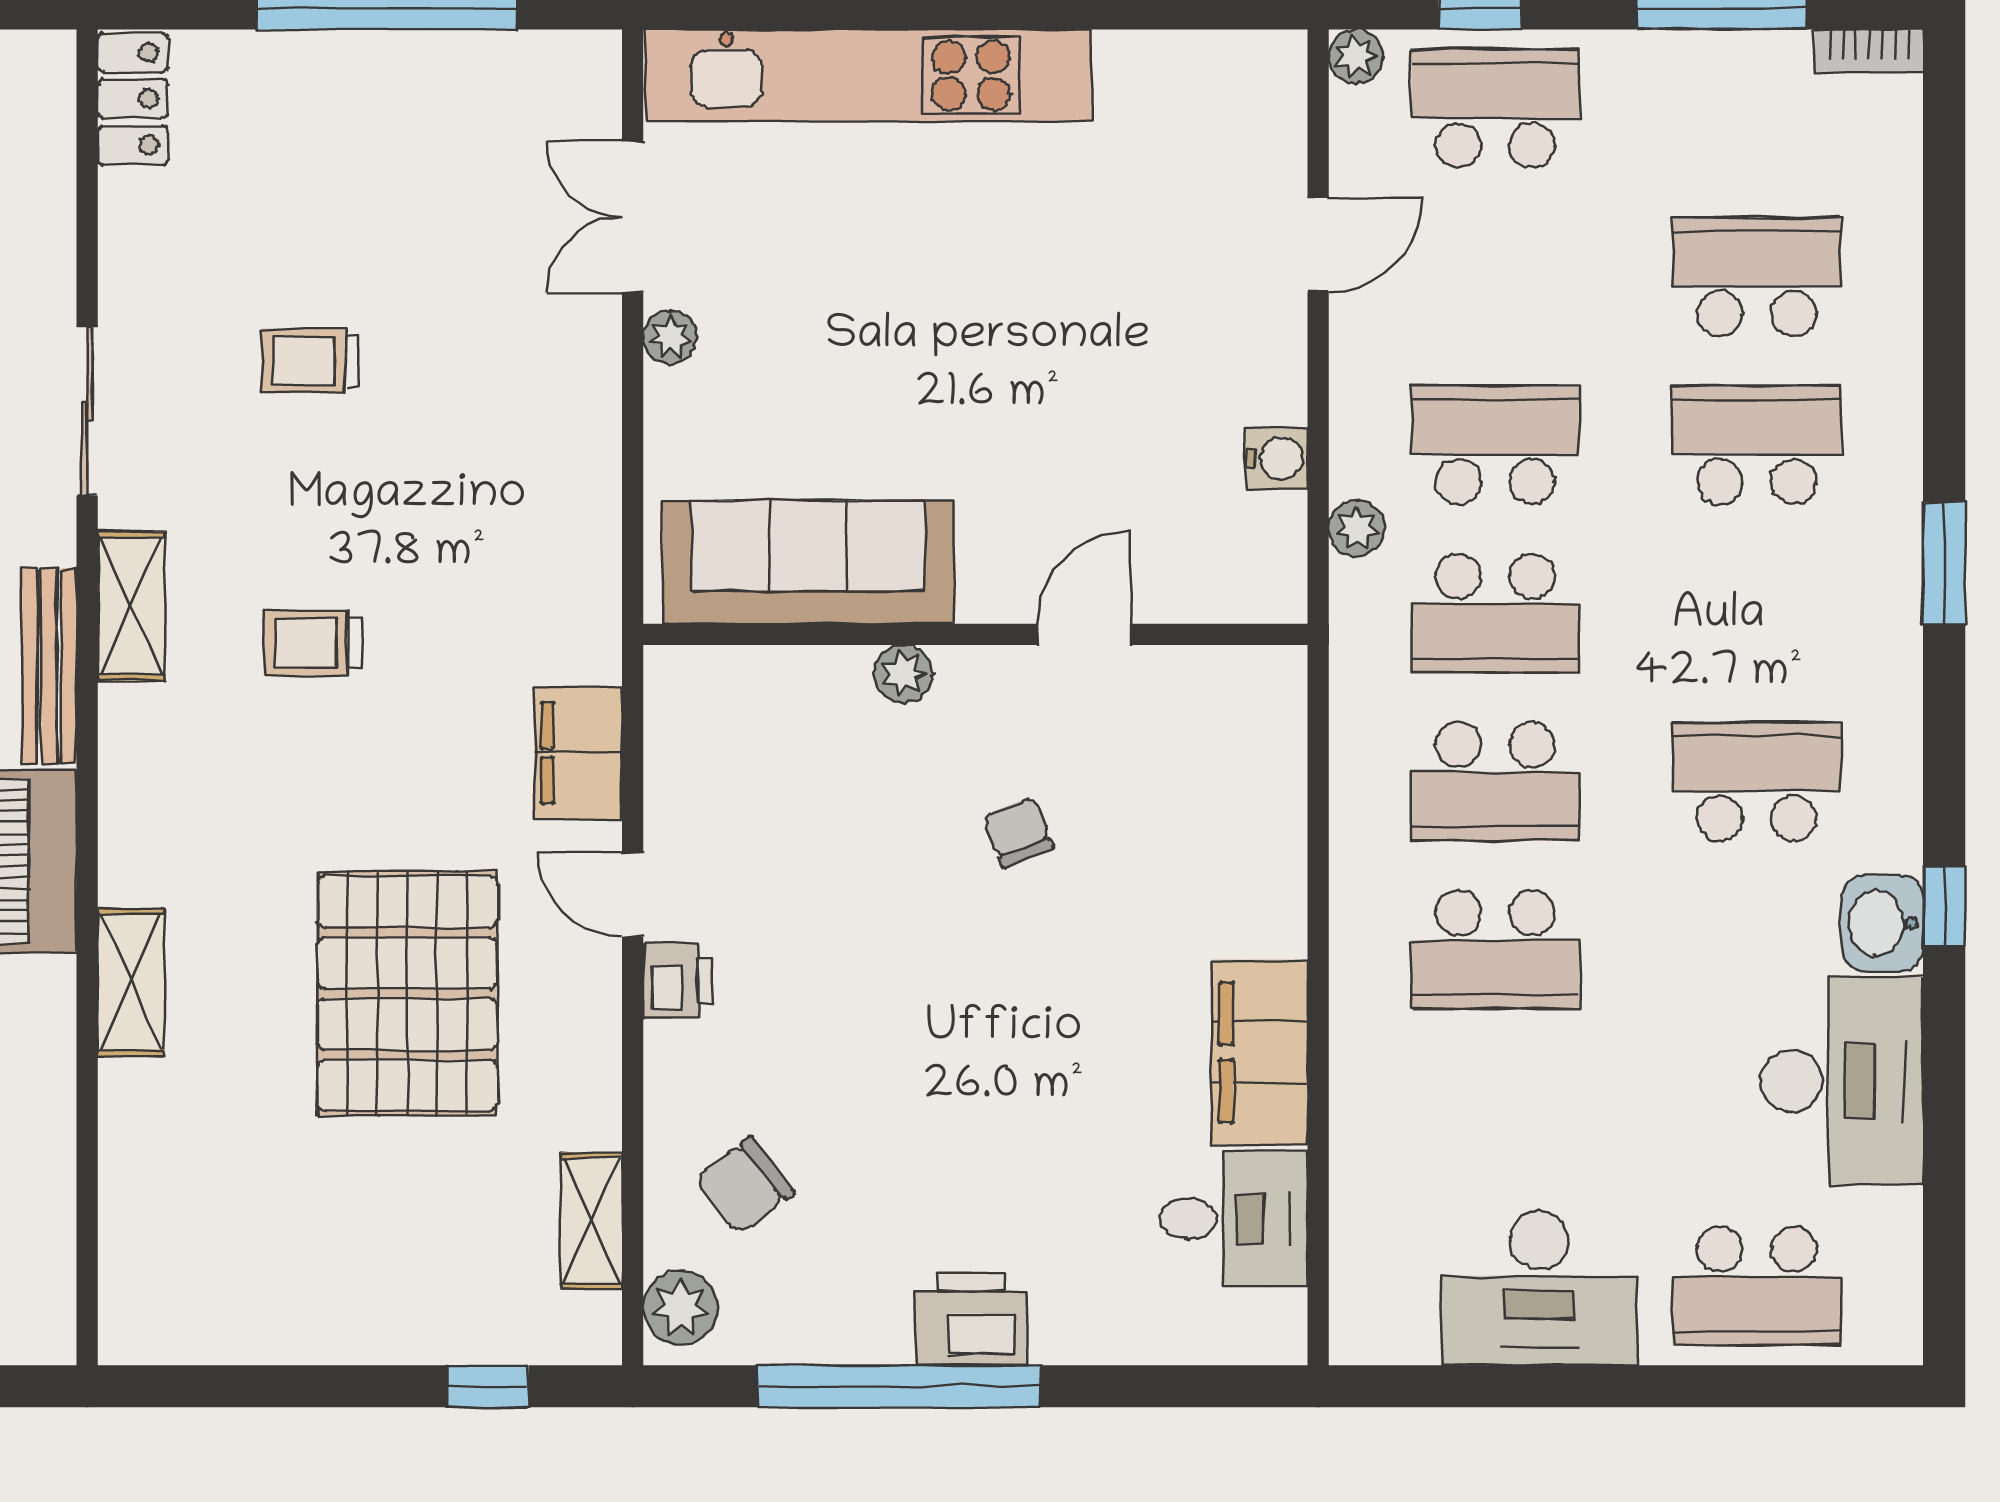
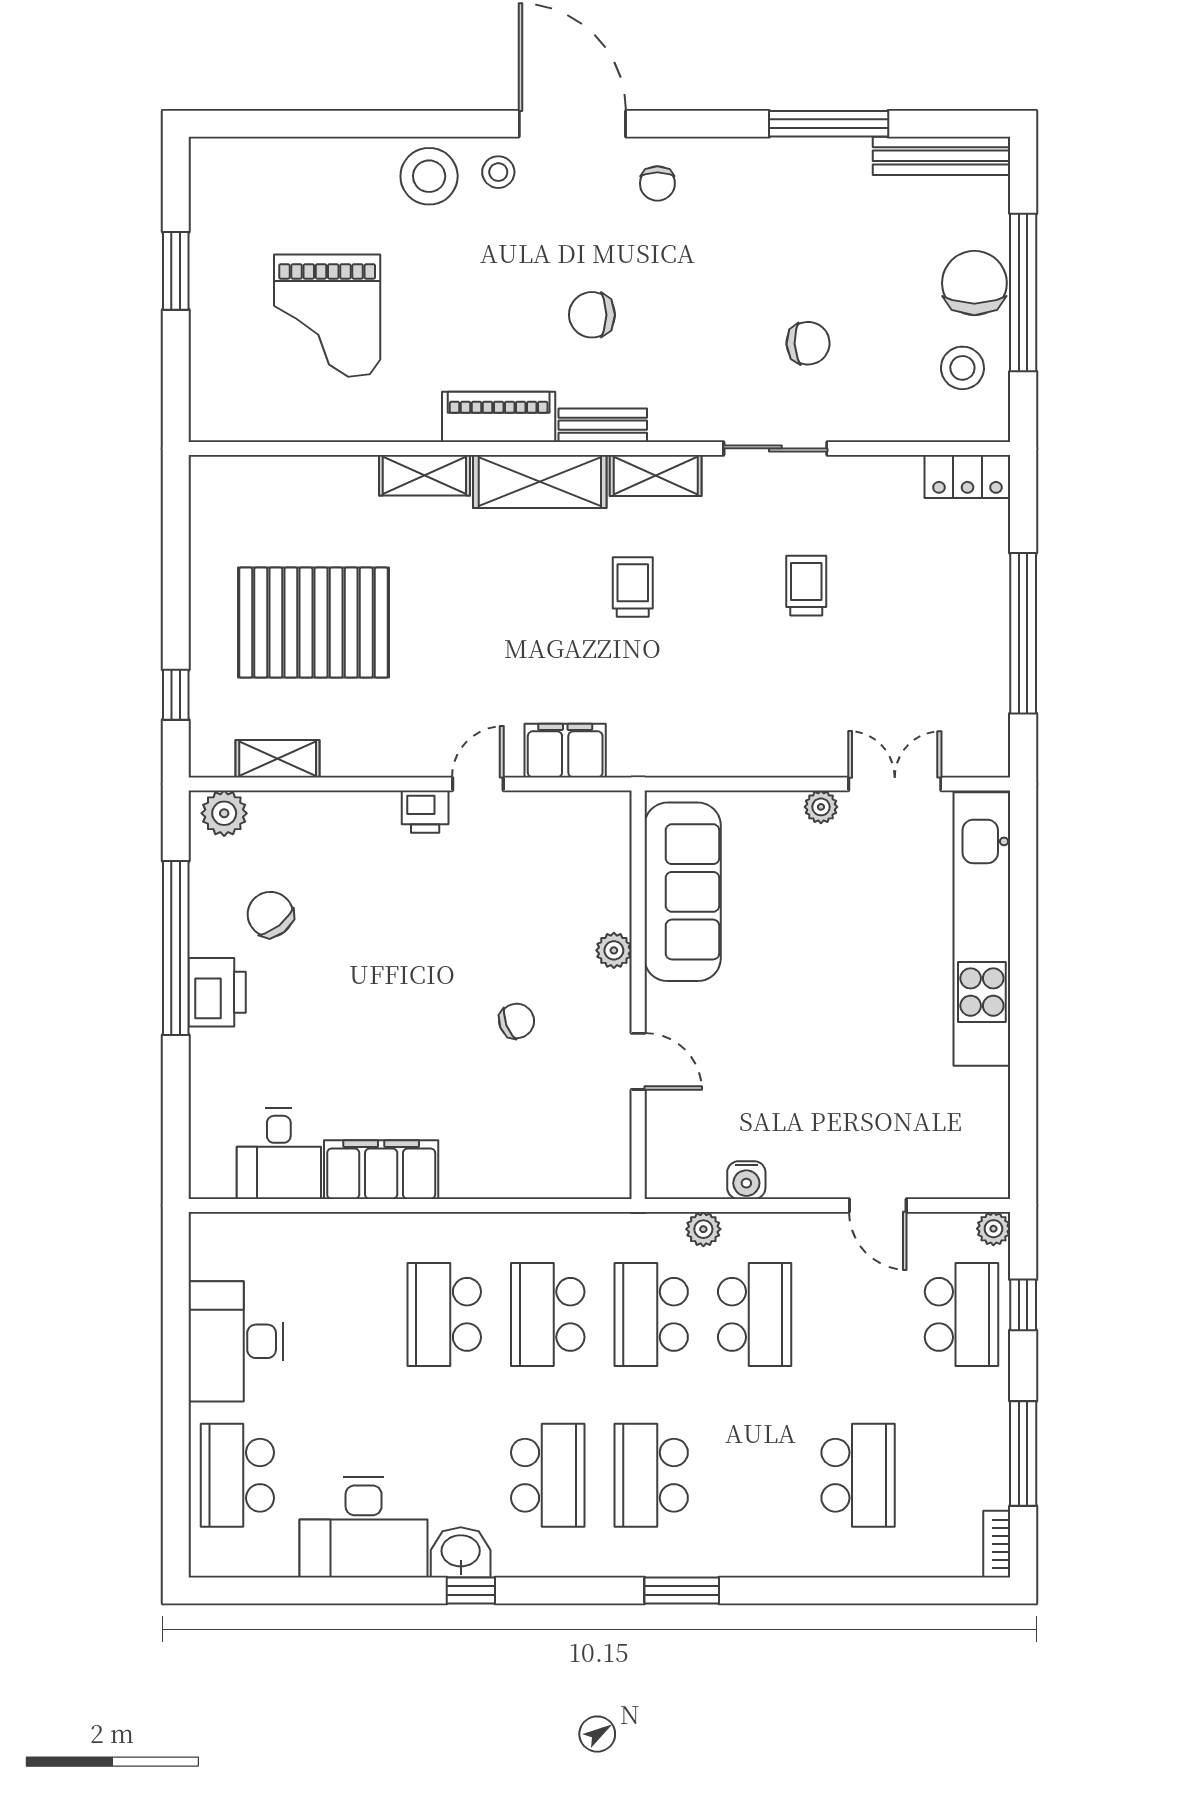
school desk: (1757, 445) -> (651, 1475), moved, turned 180
bench: (49, 666) -> (603, 425), width x0.73
shelving: (141, 794) -> (540, 482), added
pallet: (407, 994) -> (313, 623), moved
chair: (745, 1186) -> (270, 914), moved

